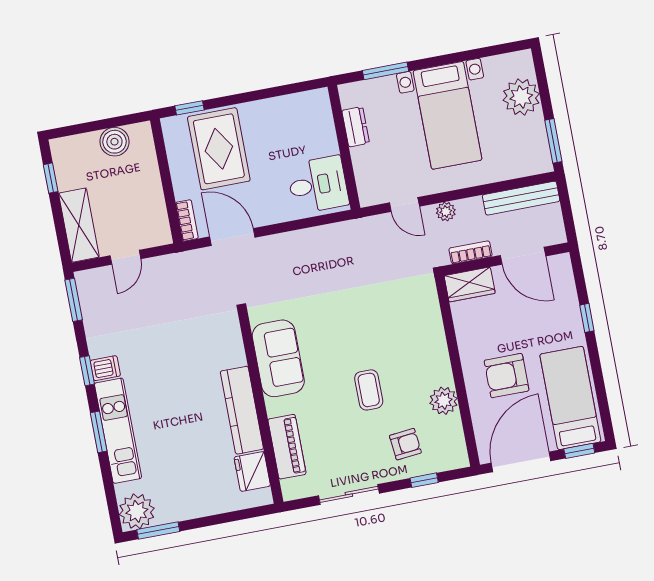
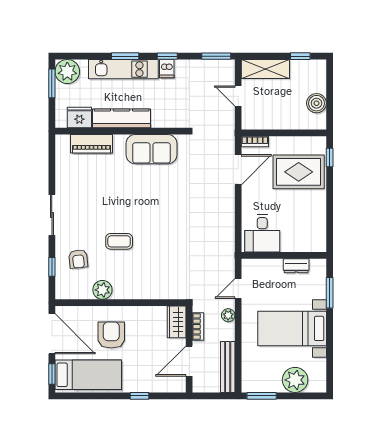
sofa: (278, 358) -> (151, 149), moved
wall: (261, 408) -> (120, 131), moved
kitchen counter: (242, 410) -> (122, 118), moved
piano: (287, 447) -> (92, 144), moved
fridge: (252, 471) -> (79, 118), moved

